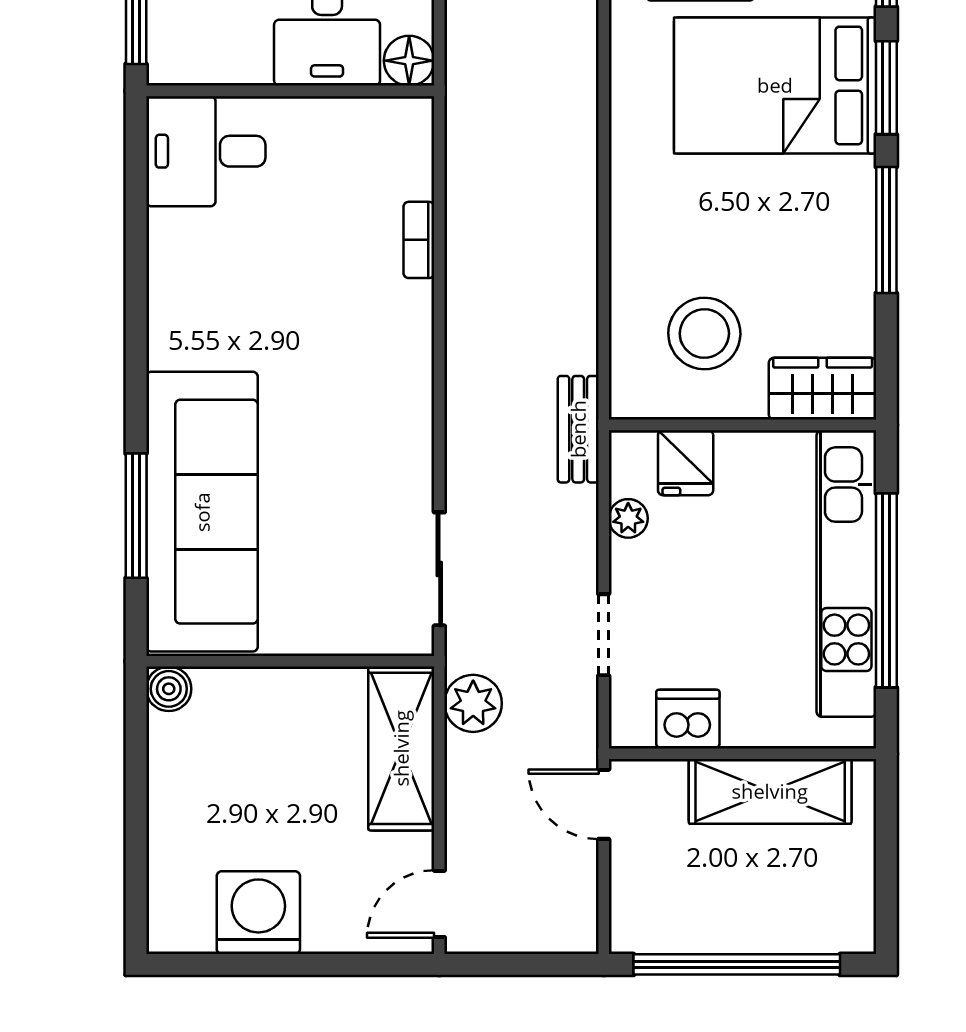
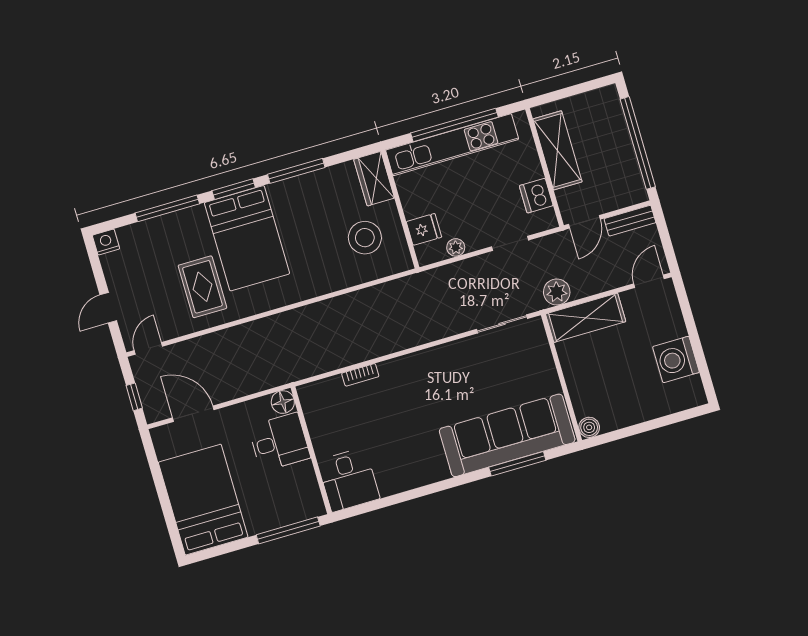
bench: (578, 429) -> (630, 221), moved
door: (439, 904) -> (649, 281), swing flipped

